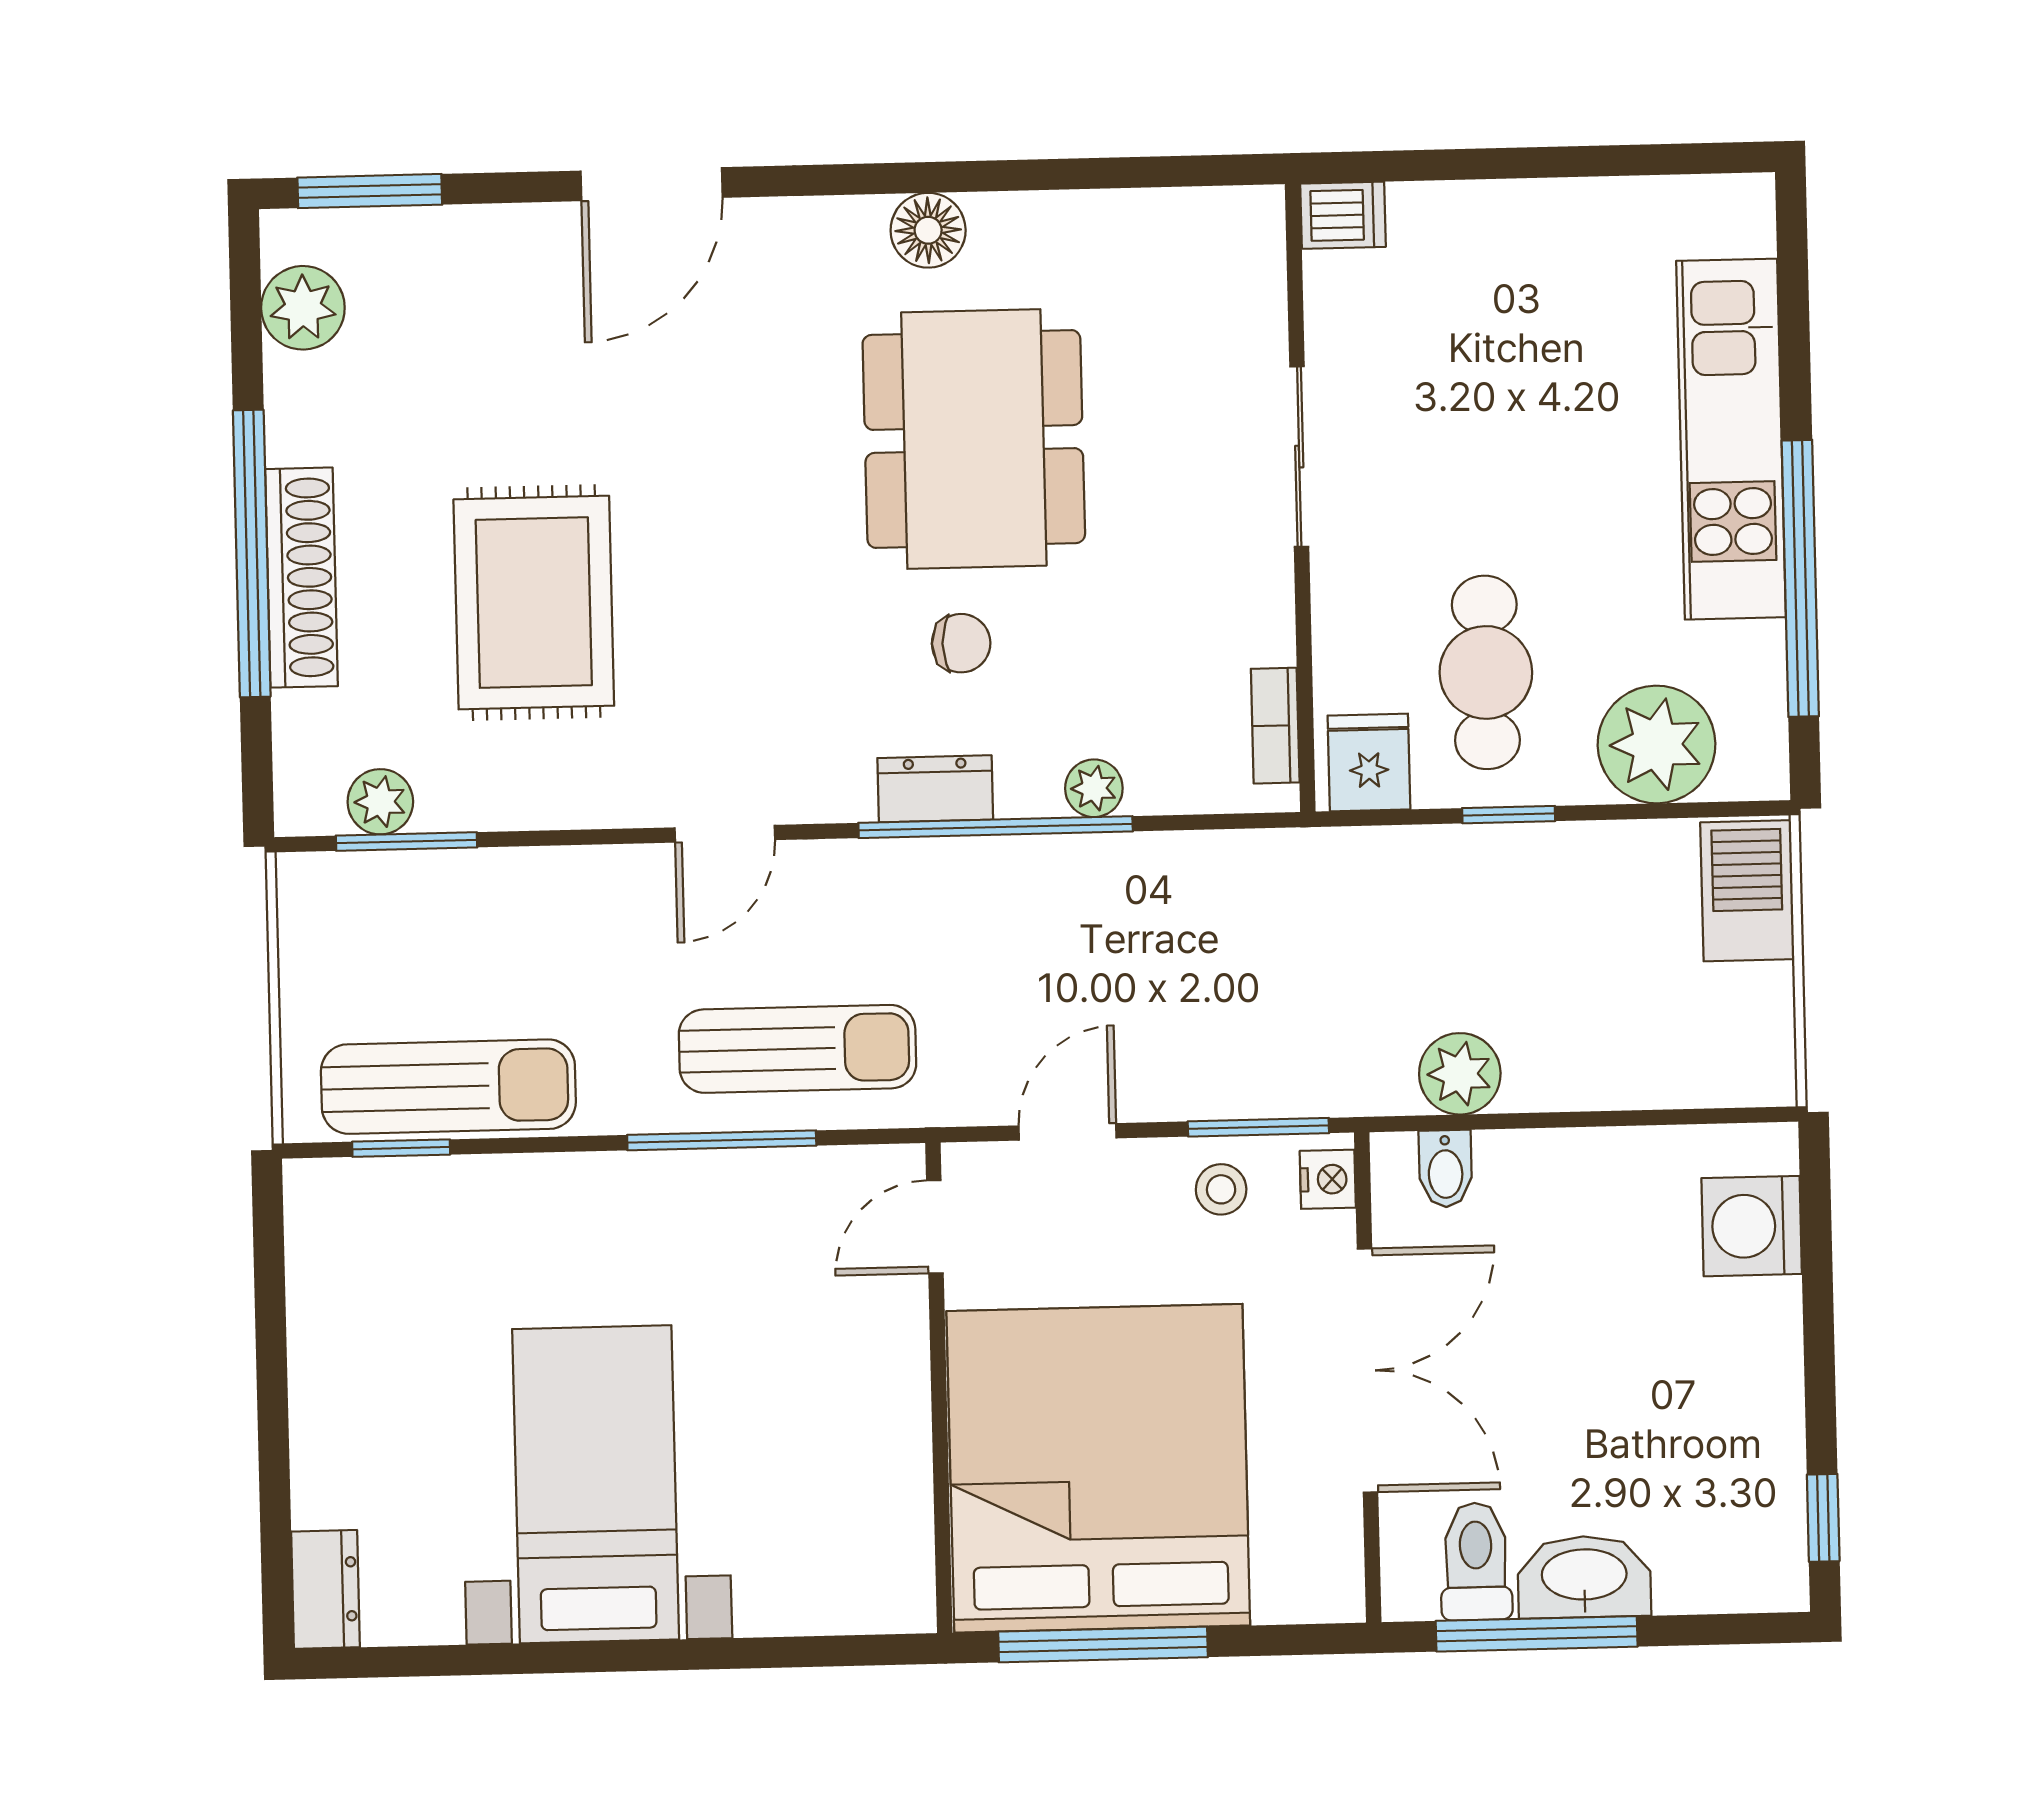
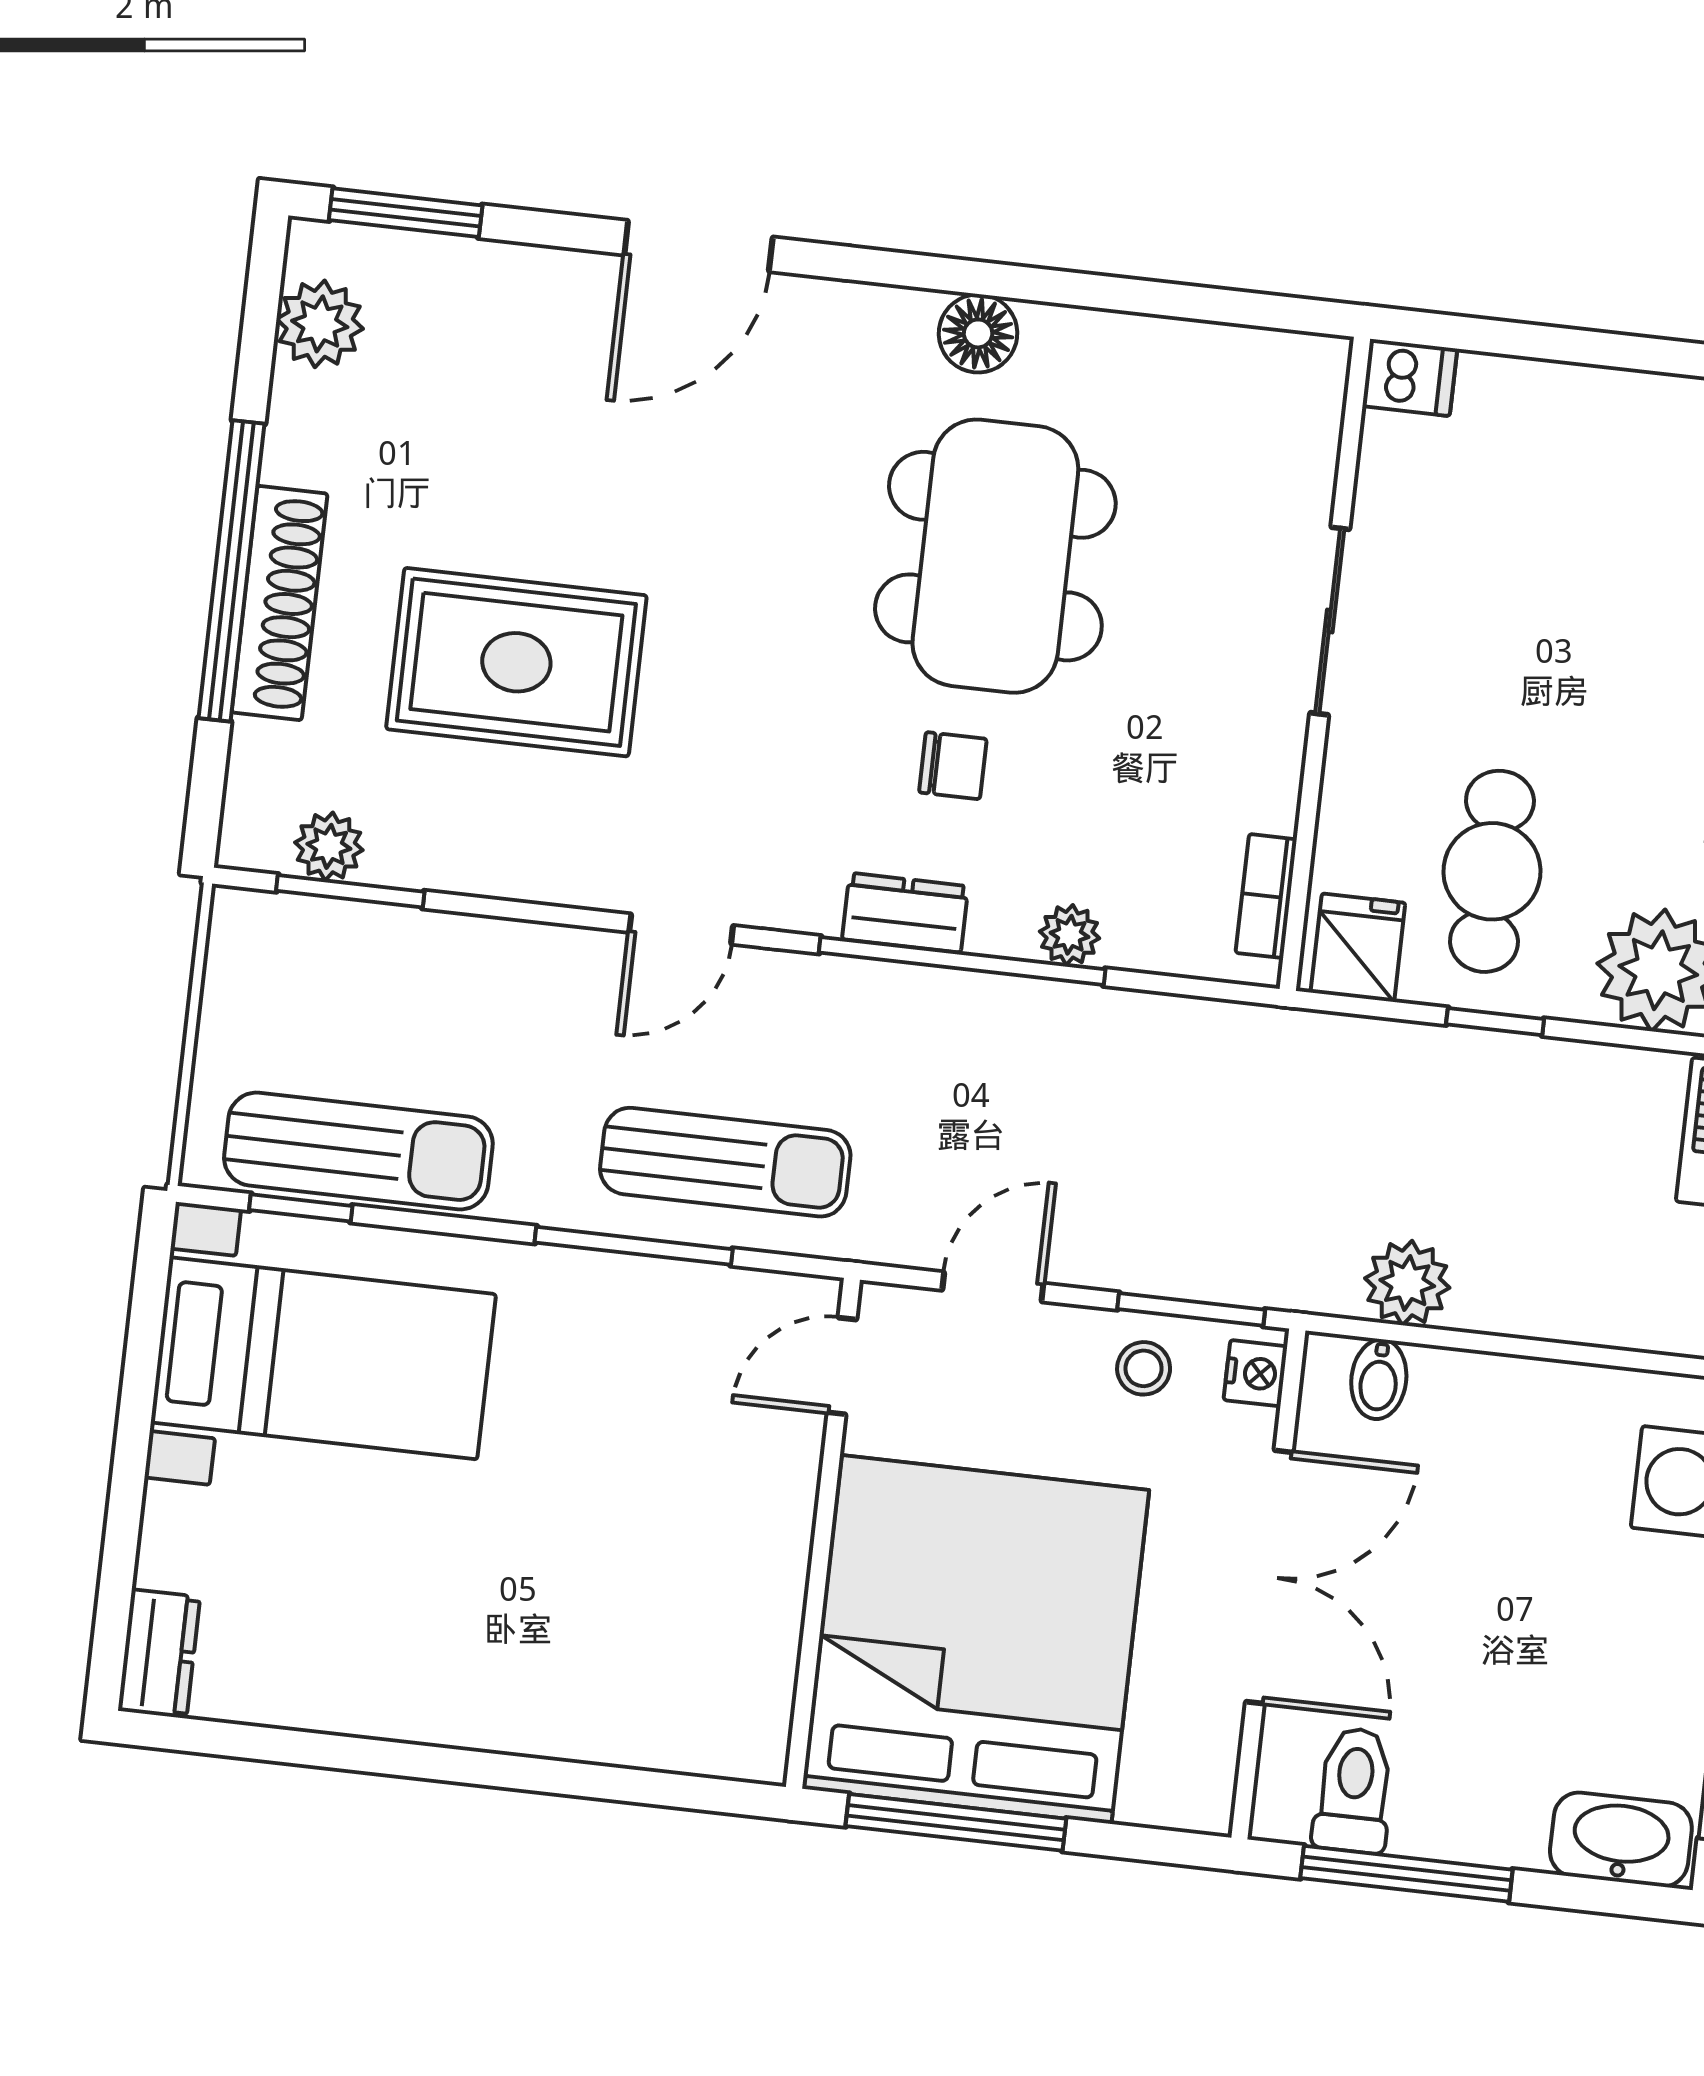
rug: (534, 603) -> (516, 662), turned 90
bed with nightstands: (596, 1484) -> (323, 1358), moved, turned 90
washbasin: (1584, 1577) -> (1621, 1840), moved

